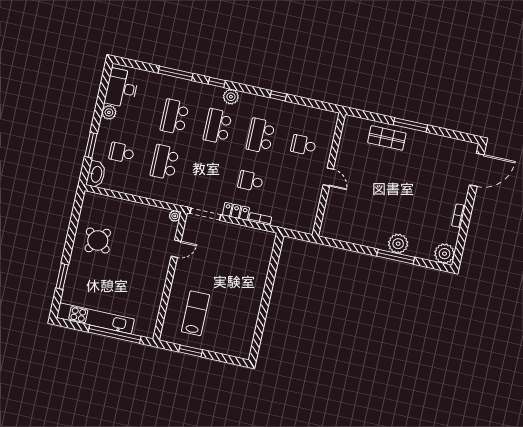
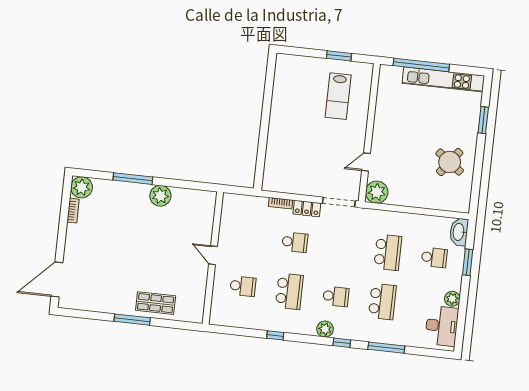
school desk: (218, 126) -> (336, 296), width x0.54
plant: (175, 216) -> (377, 192), width x1.87, depth x1.87
bookcase: (458, 216) -> (73, 211), moved
plant: (398, 244) -> (160, 196), moved

